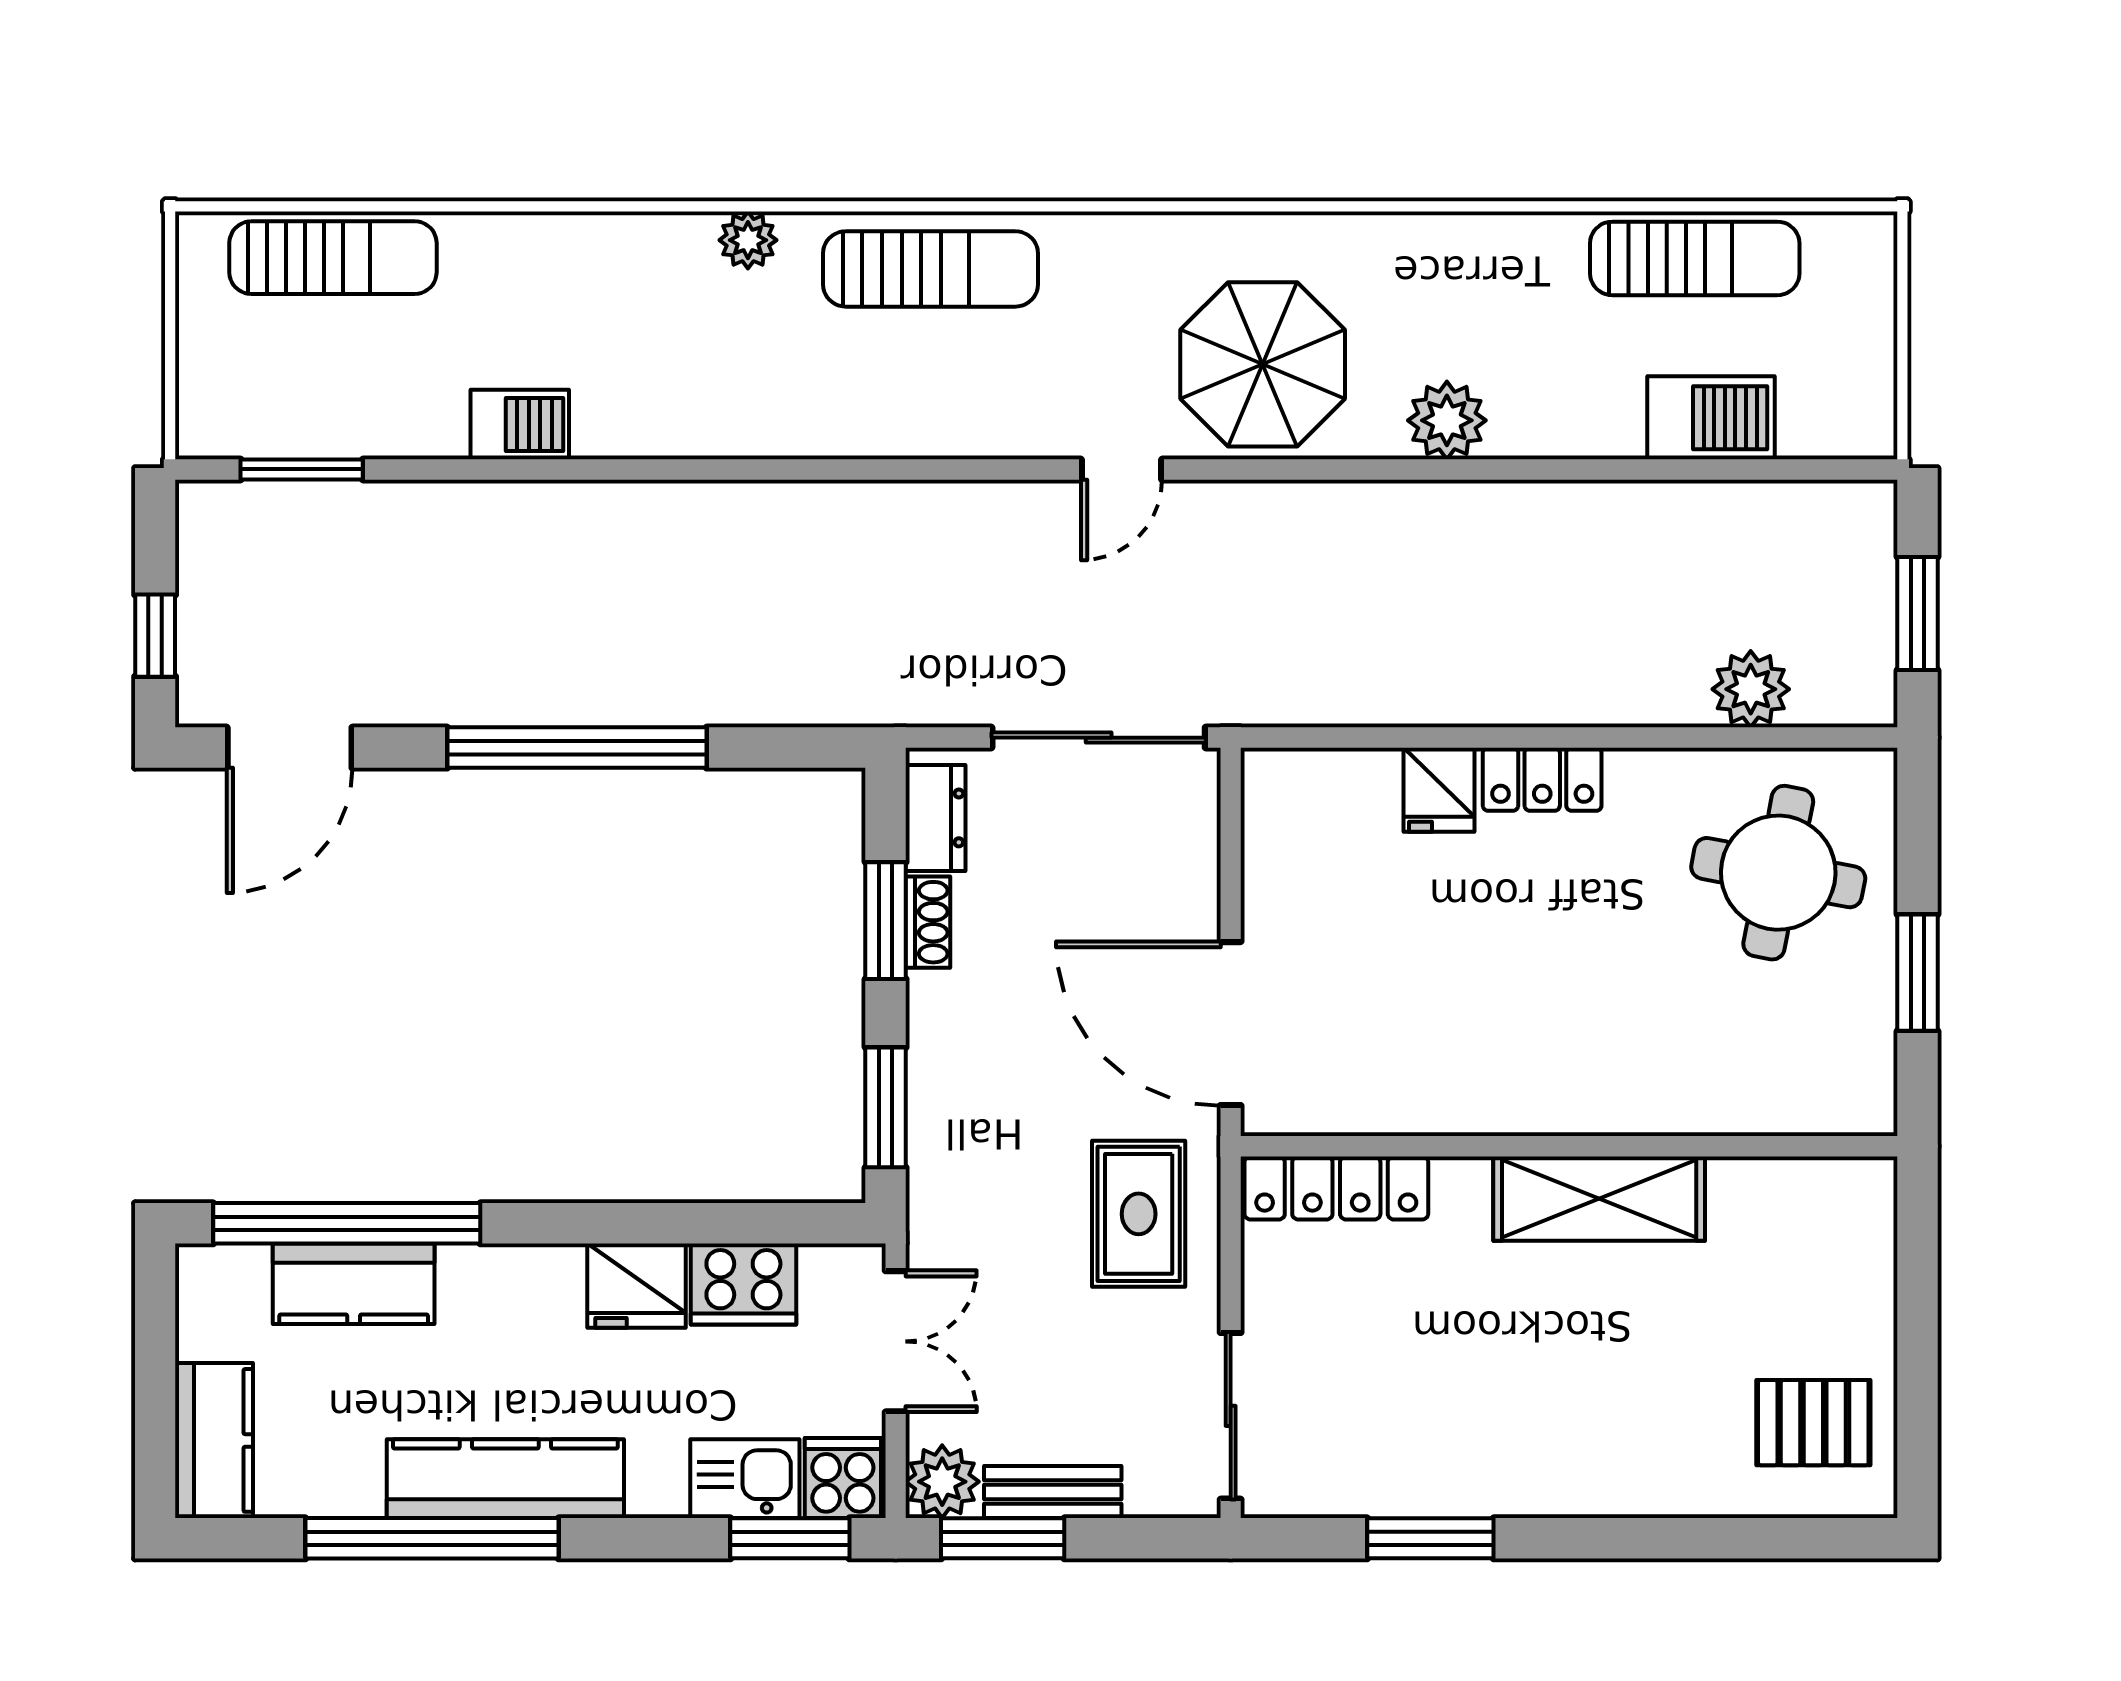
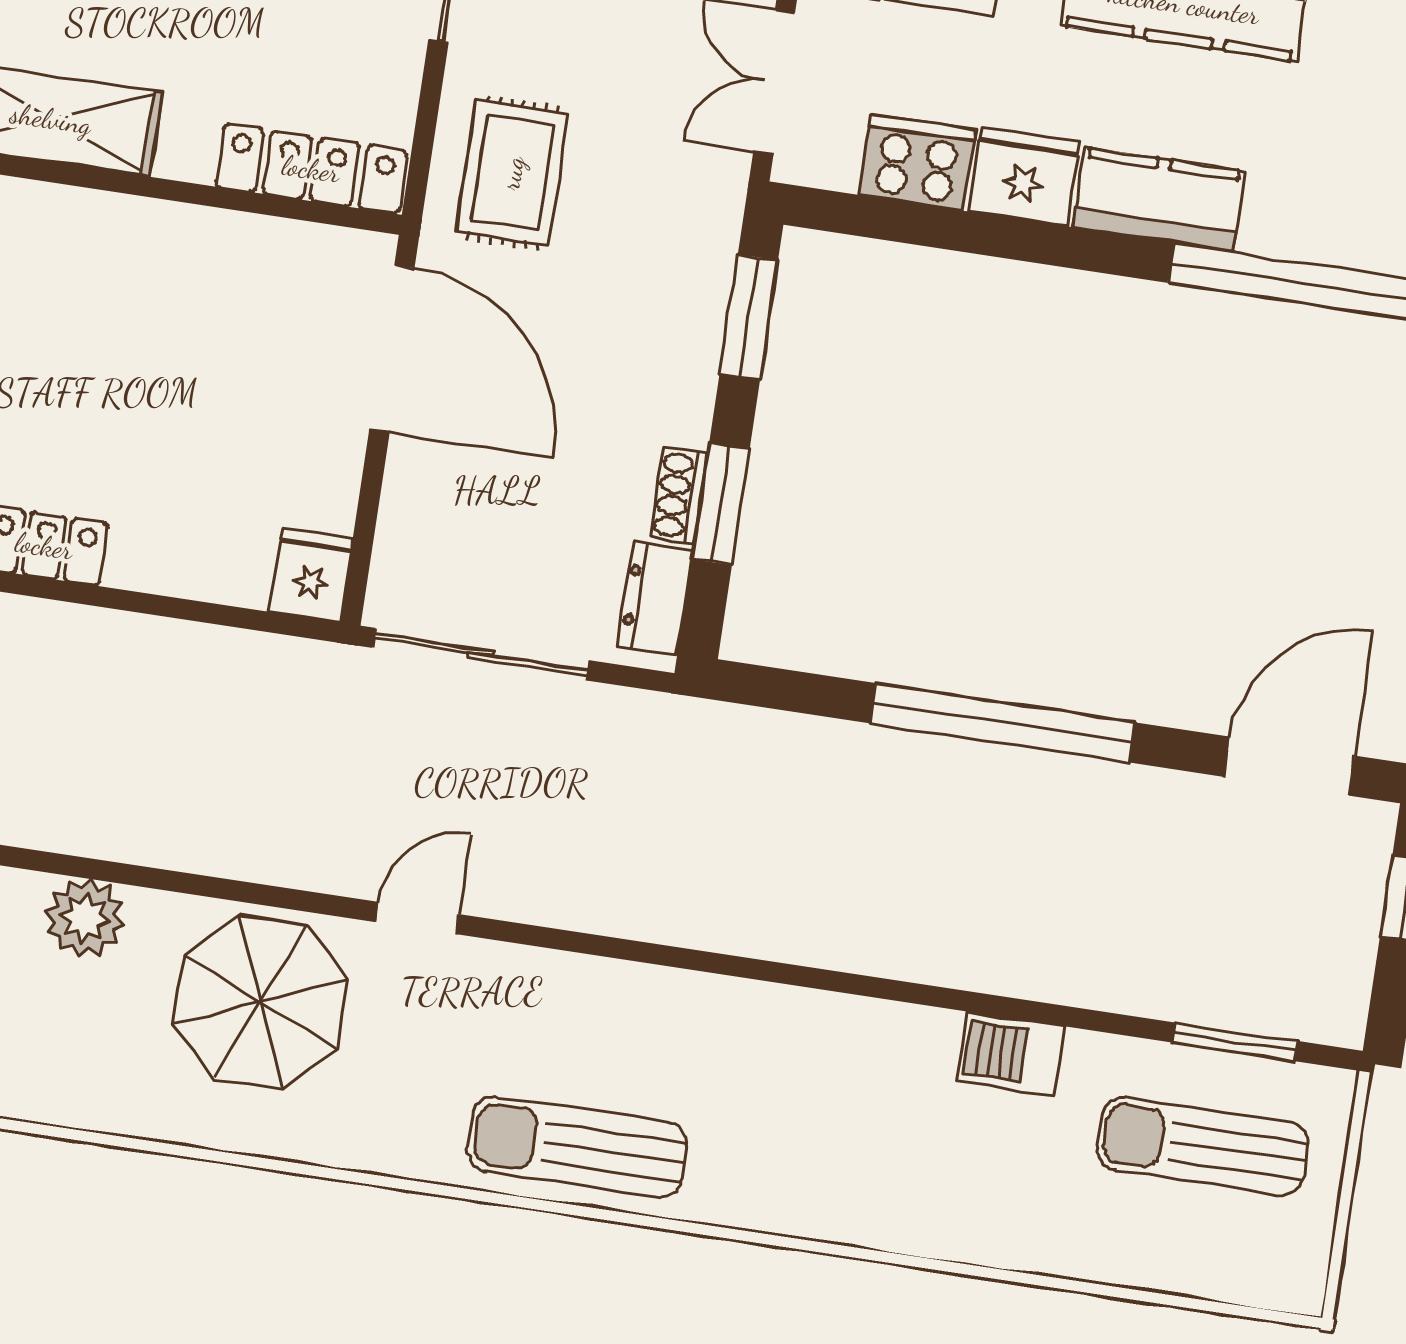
plant: (748, 240) -> (755, 1203), removed
sun lounger: (333, 258) -> (1203, 1146), moved
fridge: (1439, 790) -> (311, 575), moved
kitchen counter: (354, 1284) -> (1159, 199), moved

